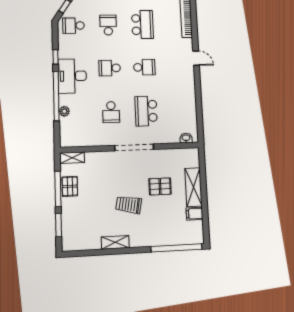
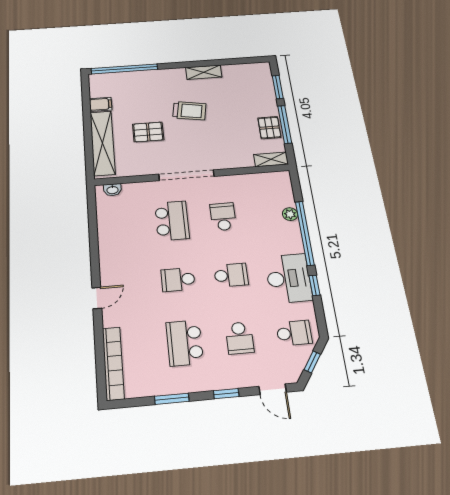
door: (196, 58) -> (97, 298), swing flipped
desk: (72, 76) -> (289, 278), moved
shelving: (193, 187) -> (102, 143), width x1.47

